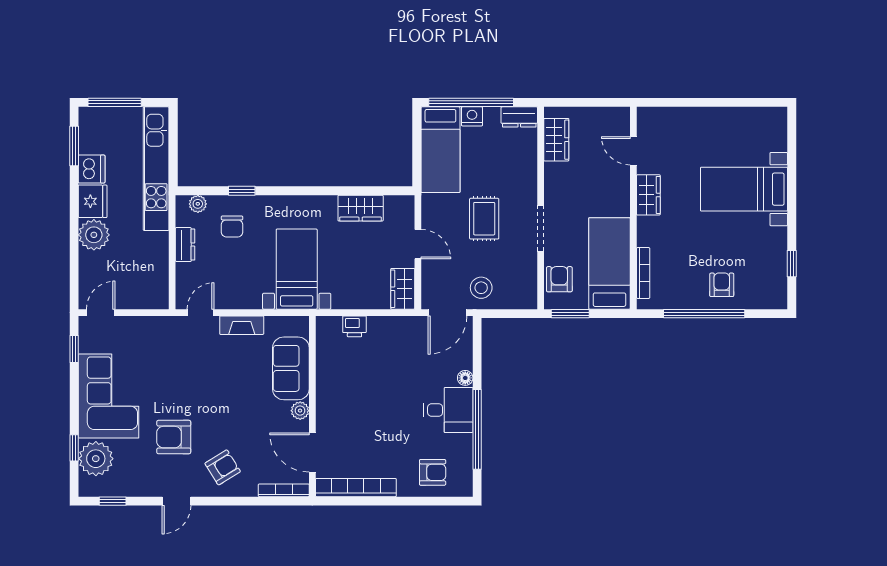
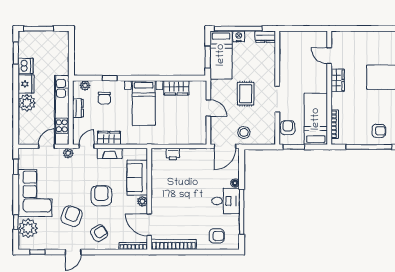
wardrobe: (556, 140) -> (286, 49), removed
window: (417, 153) -> (208, 57), added
kitchen unit: (156, 169) -> (62, 110), moved
bed with nightstands: (297, 269) -> (144, 103), moved, turned 180
armchair: (722, 285) -> (379, 131), turned 90
wardrobe: (403, 289) -> (109, 138), moved, turned 90
door: (101, 313) -> (46, 146), moved
plant: (168, 325) -> (68, 153), added
armchair: (227, 401) -> (101, 196), added
armchair: (174, 437) -> (72, 216), turned 110

